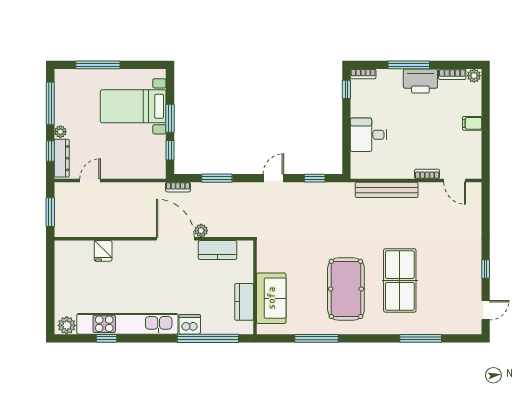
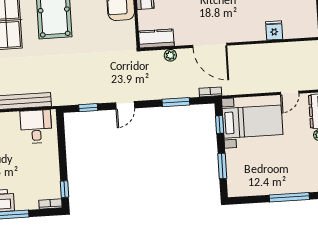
bed with nightstands: (133, 106) -> (253, 122), moved
window: (170, 118) -> (222, 166), moved
desk: (369, 135) -> (36, 127), moved, turned -90
plant: (201, 231) -> (170, 55), moved
kitchen counter: (217, 250) -> (156, 39), moved

